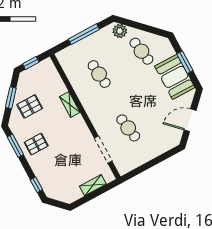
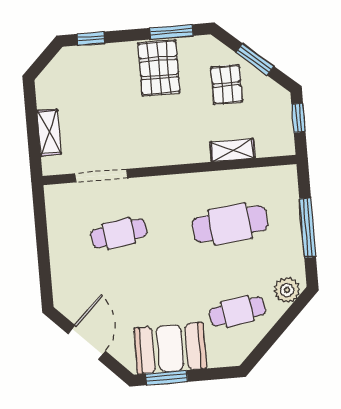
window: (185, 62) -> (167, 378), moved
cafe table: (99, 74) -> (230, 224), width x1.37, depth x1.35
shelving: (70, 105) -> (232, 150), moved
pallet: (36, 144) -> (159, 68), width x1.50, depth x1.42

